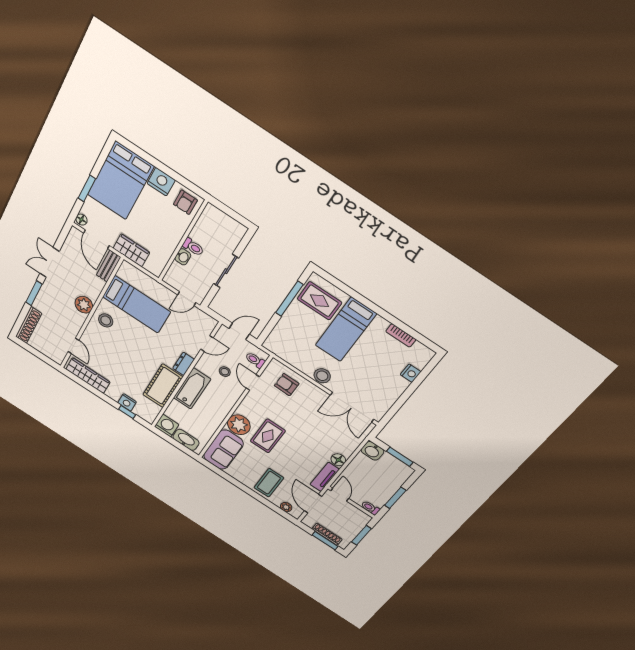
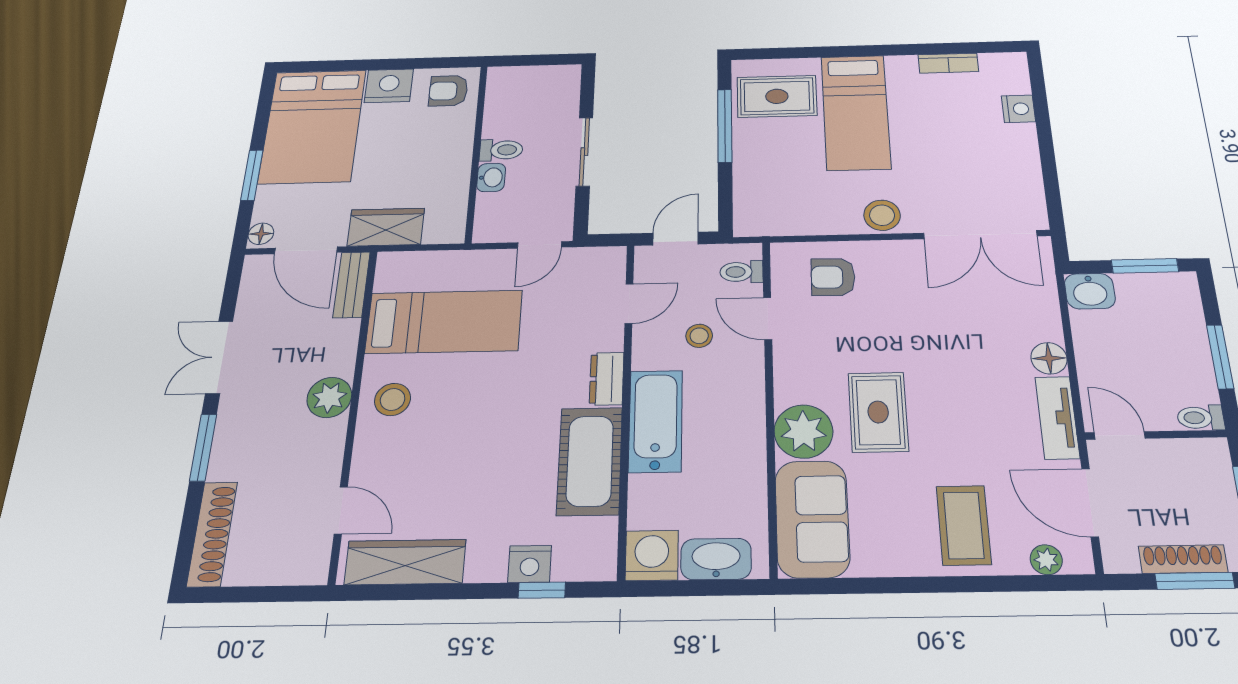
armchair: (185, 202) -> (448, 91), turned 90

